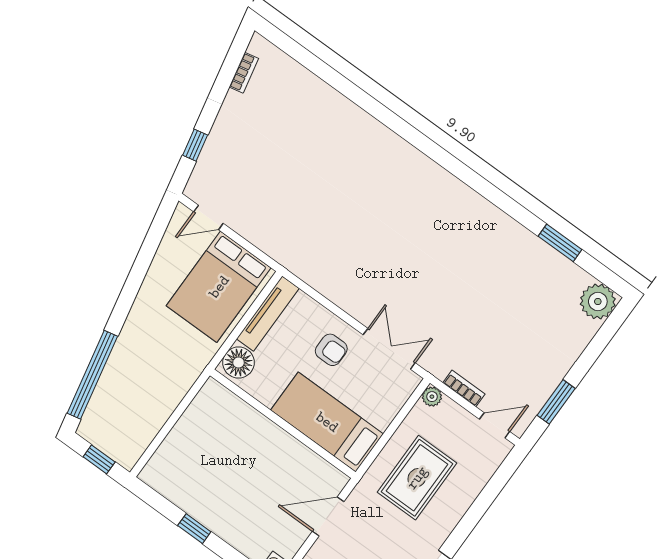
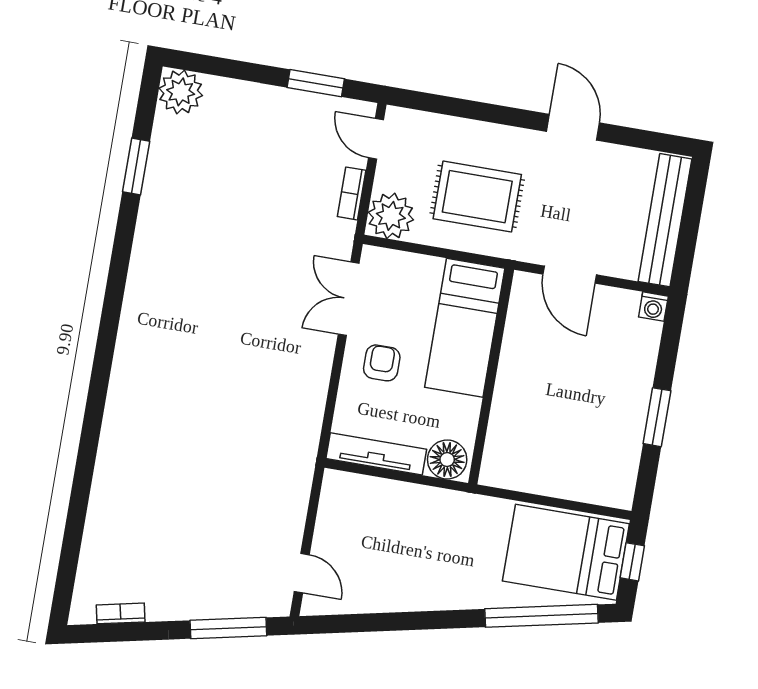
window: (195, 145) -> (228, 628), width x2.17
bed: (219, 287) -> (566, 552), moved, turned 180
plant: (432, 397) -> (391, 216), width x1.88, depth x1.88
window: (194, 529) -> (657, 417), width x1.50

